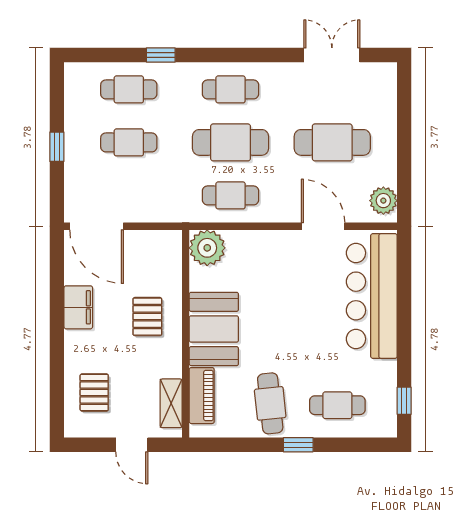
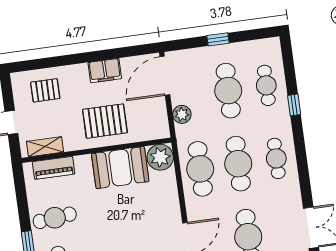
cafe table: (129, 142) -> (228, 91), width x1.37, depth x1.35
cafe table: (231, 195) -> (200, 169), width x1.37, depth x1.35
plant: (153, 210) -> (182, 114), added
pallet: (147, 317) -> (105, 121), width x1.50, depth x1.42
booth: (214, 329) -> (120, 168), moved

